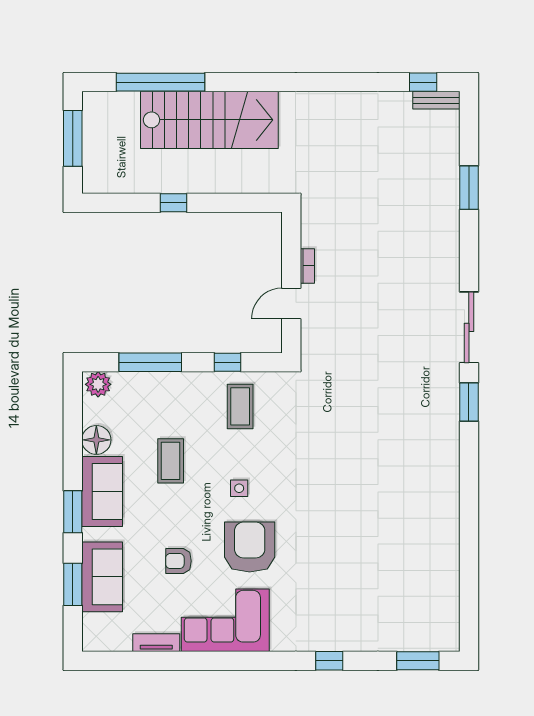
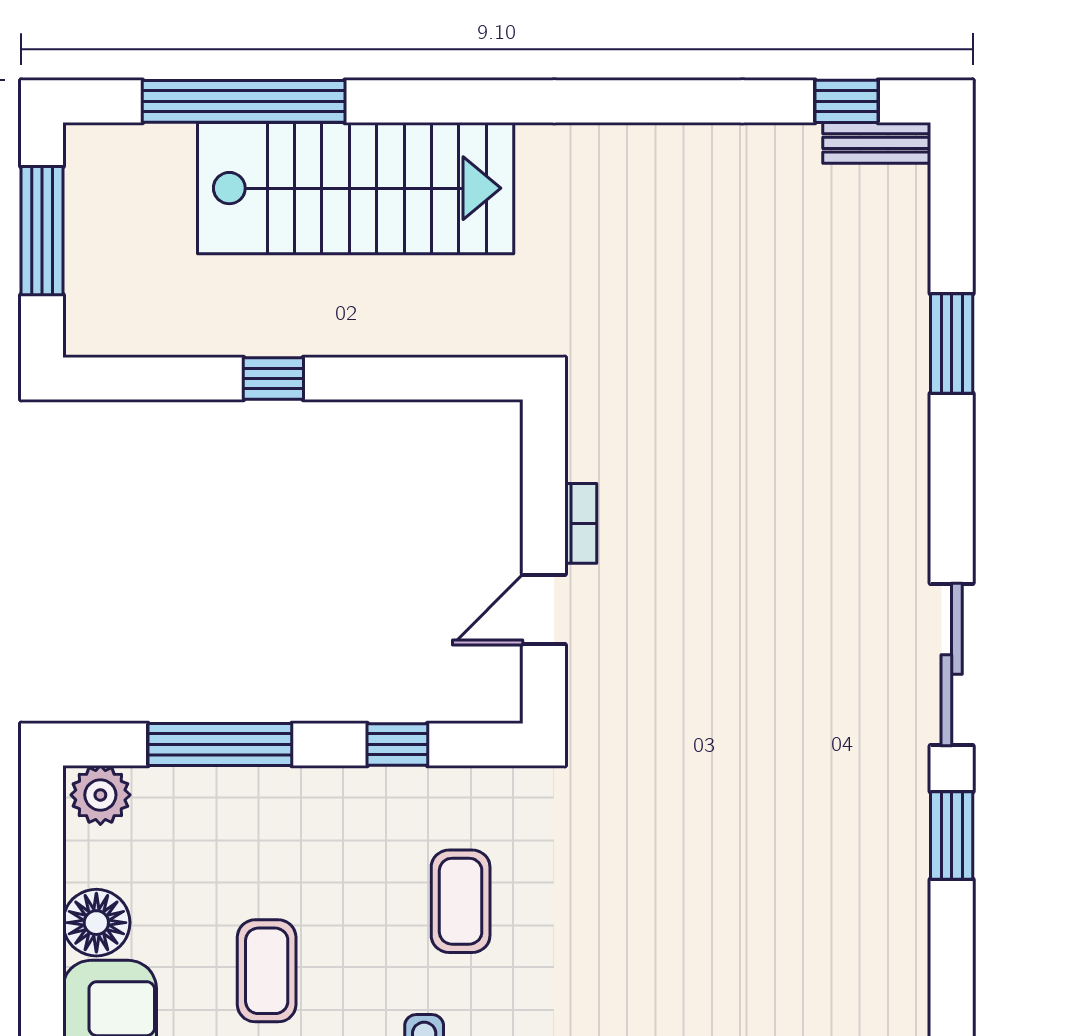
coffee table: (240, 406) -> (461, 901), moved

